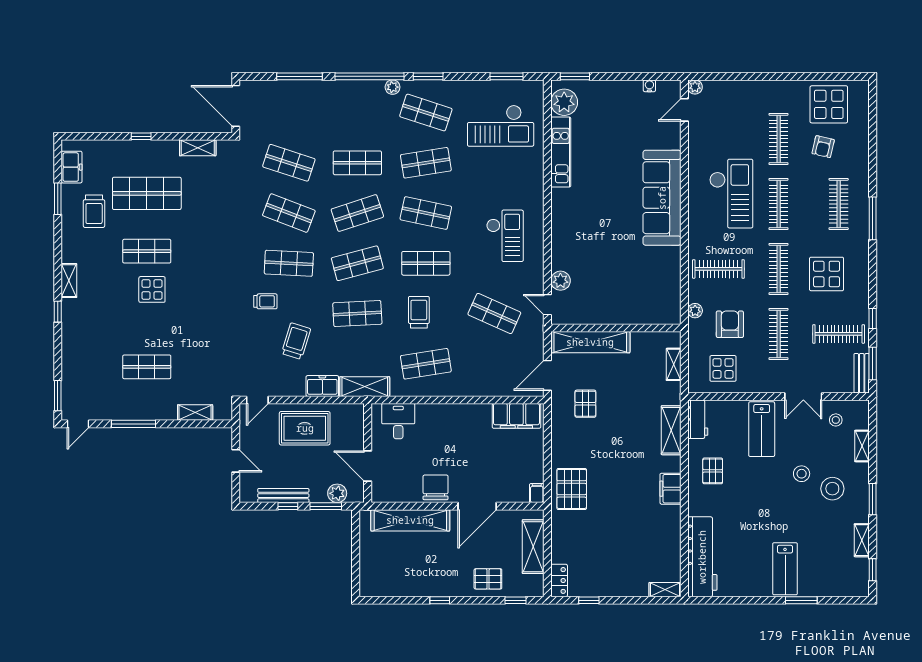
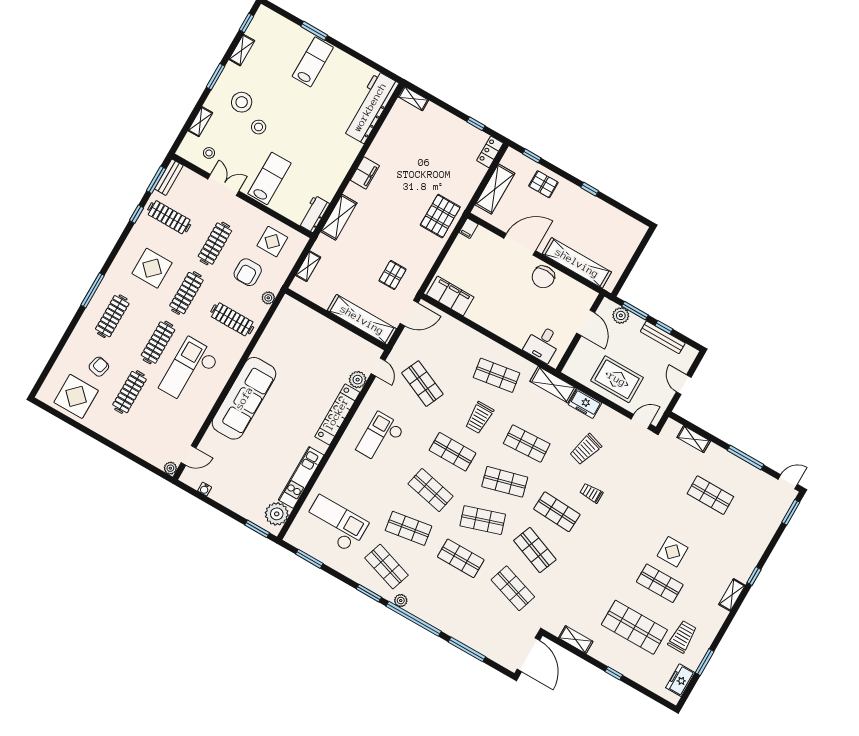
locker: (561, 235) -> (337, 414), added
pallet: (713, 471) -> (325, 168), removed

